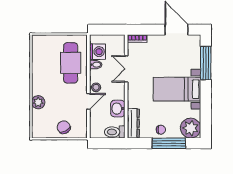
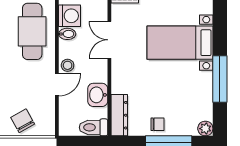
window: (206, 63) -> (220, 79), moved
bed with nightstands: (177, 89) -> (180, 43), moved
plant: (191, 128) -> (205, 129), width x0.53, depth x0.53

